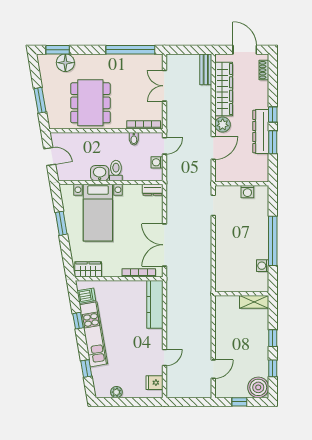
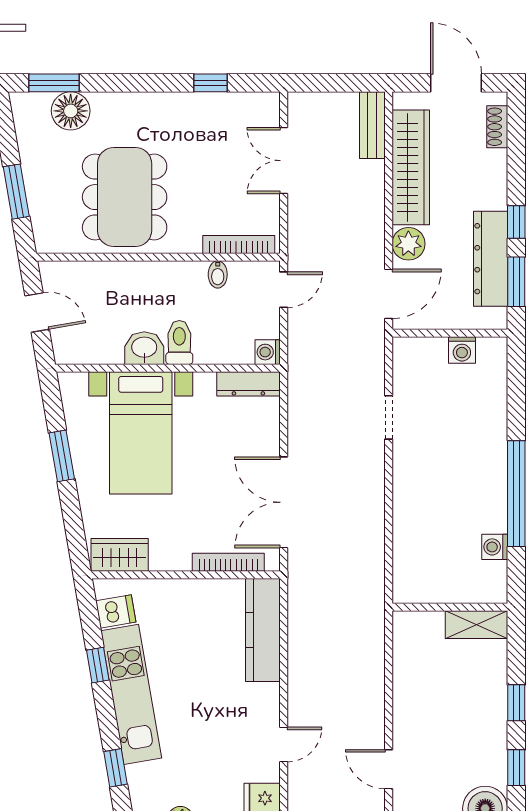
window: (130, 50) -> (211, 83), width x0.32
washing machine: (157, 162) -> (268, 352), moved
wall: (242, 184) -> (450, 333), moved
dresser: (153, 190) -> (248, 384), width x1.44
washing machine: (247, 192) -> (462, 350), moved
door: (213, 369) -> (389, 769), swing flipped

